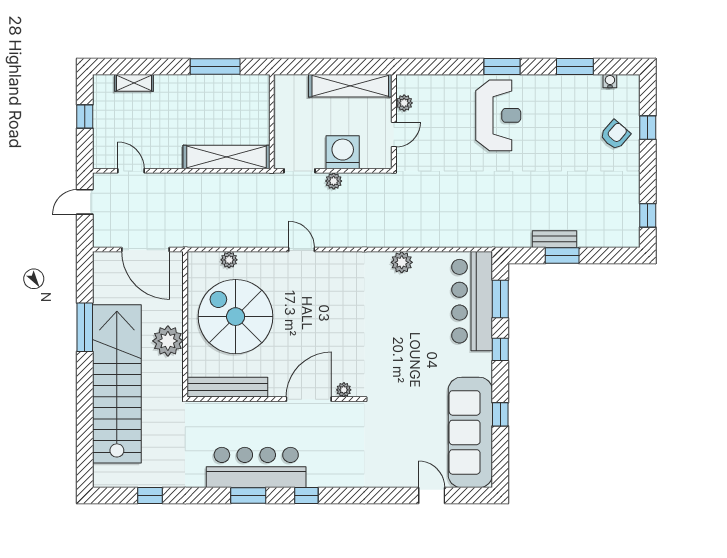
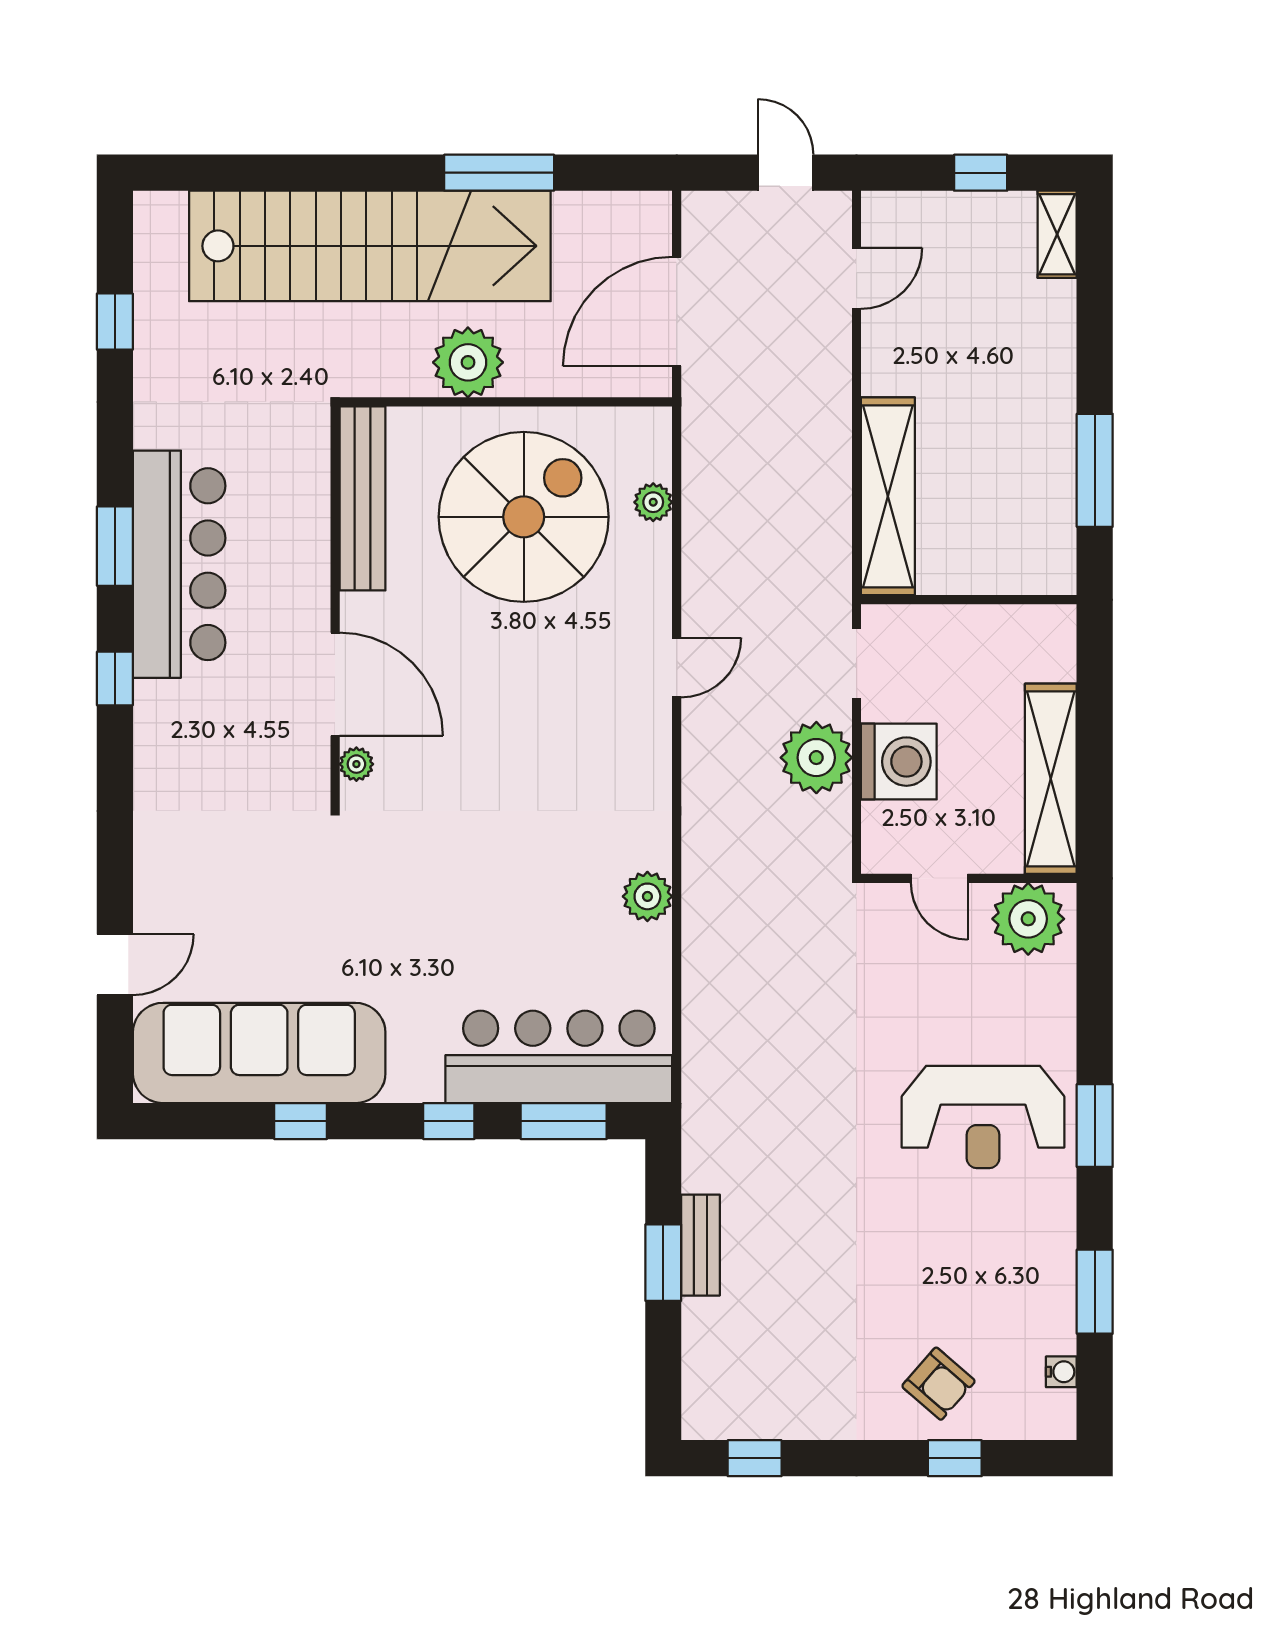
shelving: (134, 83) -> (1057, 234), moved
plant: (404, 103) -> (1028, 919), width x1.87, depth x1.87
plant: (334, 181) -> (816, 758), width x1.88, depth x1.88

